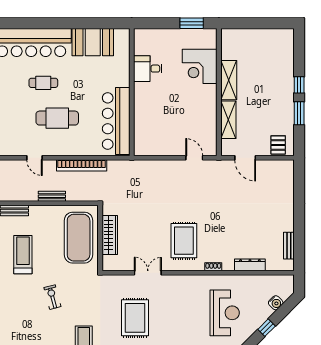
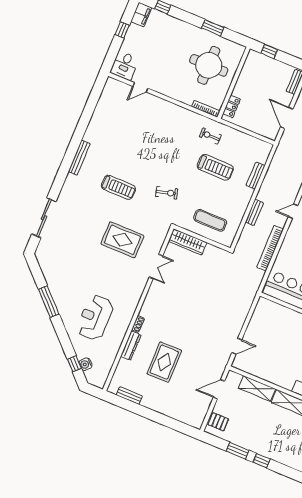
wardrobe: (110, 235) -> (188, 242), moved
exercise mat: (79, 238) -> (210, 220), width x0.50, depth x0.69
rug: (184, 241) -> (164, 362), moved, turned 90
dresser: (250, 265) -> (131, 346), moved
exercise bike: (52, 297) -> (167, 193), moved
reception desk: (225, 313) -> (95, 317), turned 90
window: (267, 328) -> (74, 364), moved

